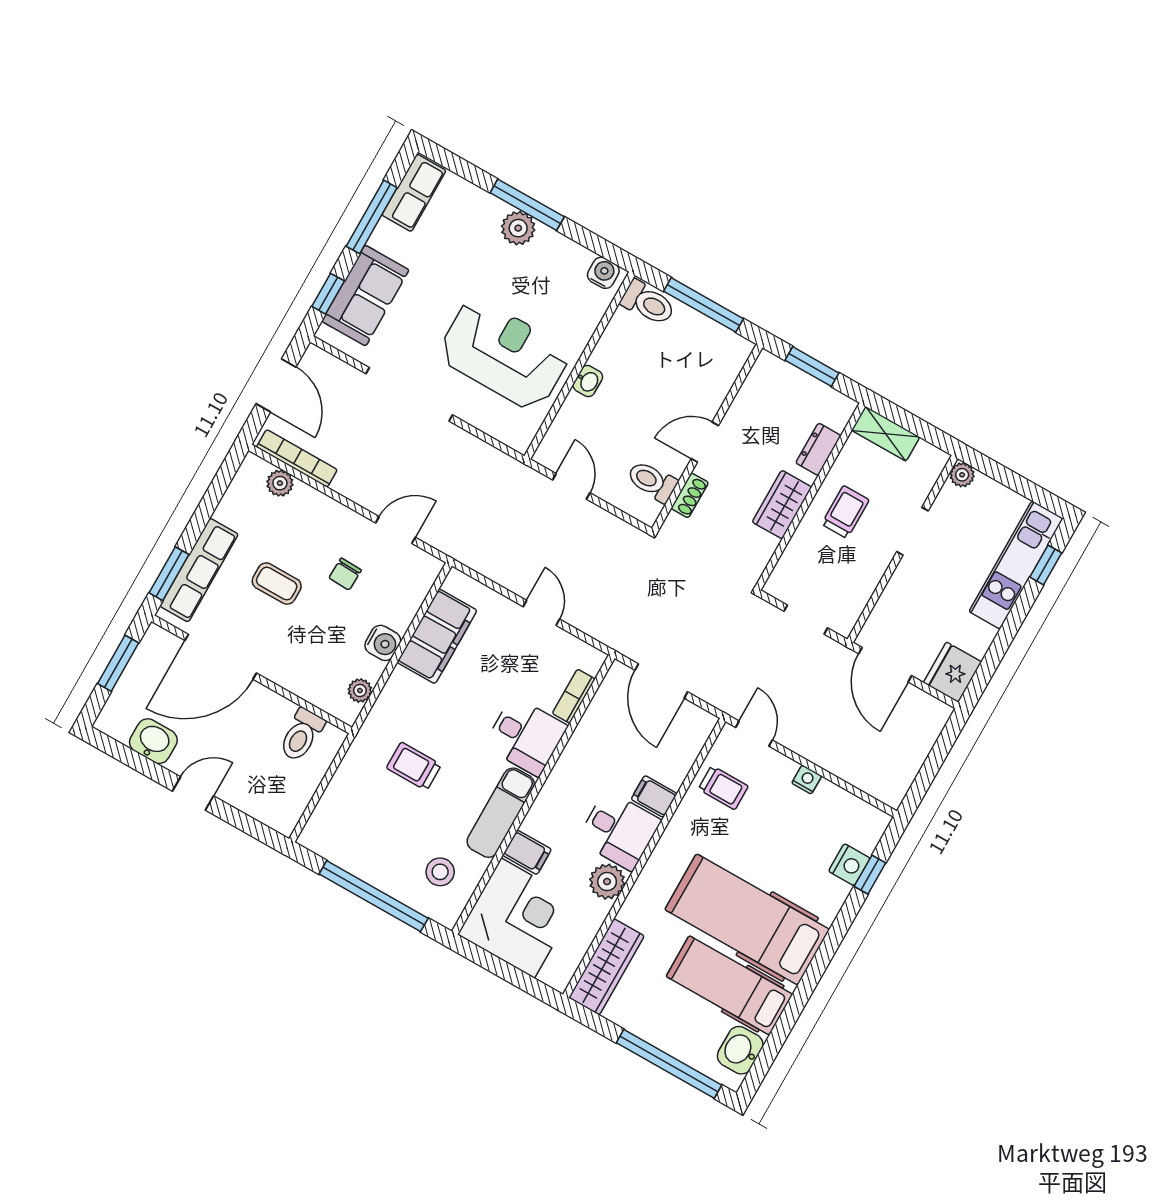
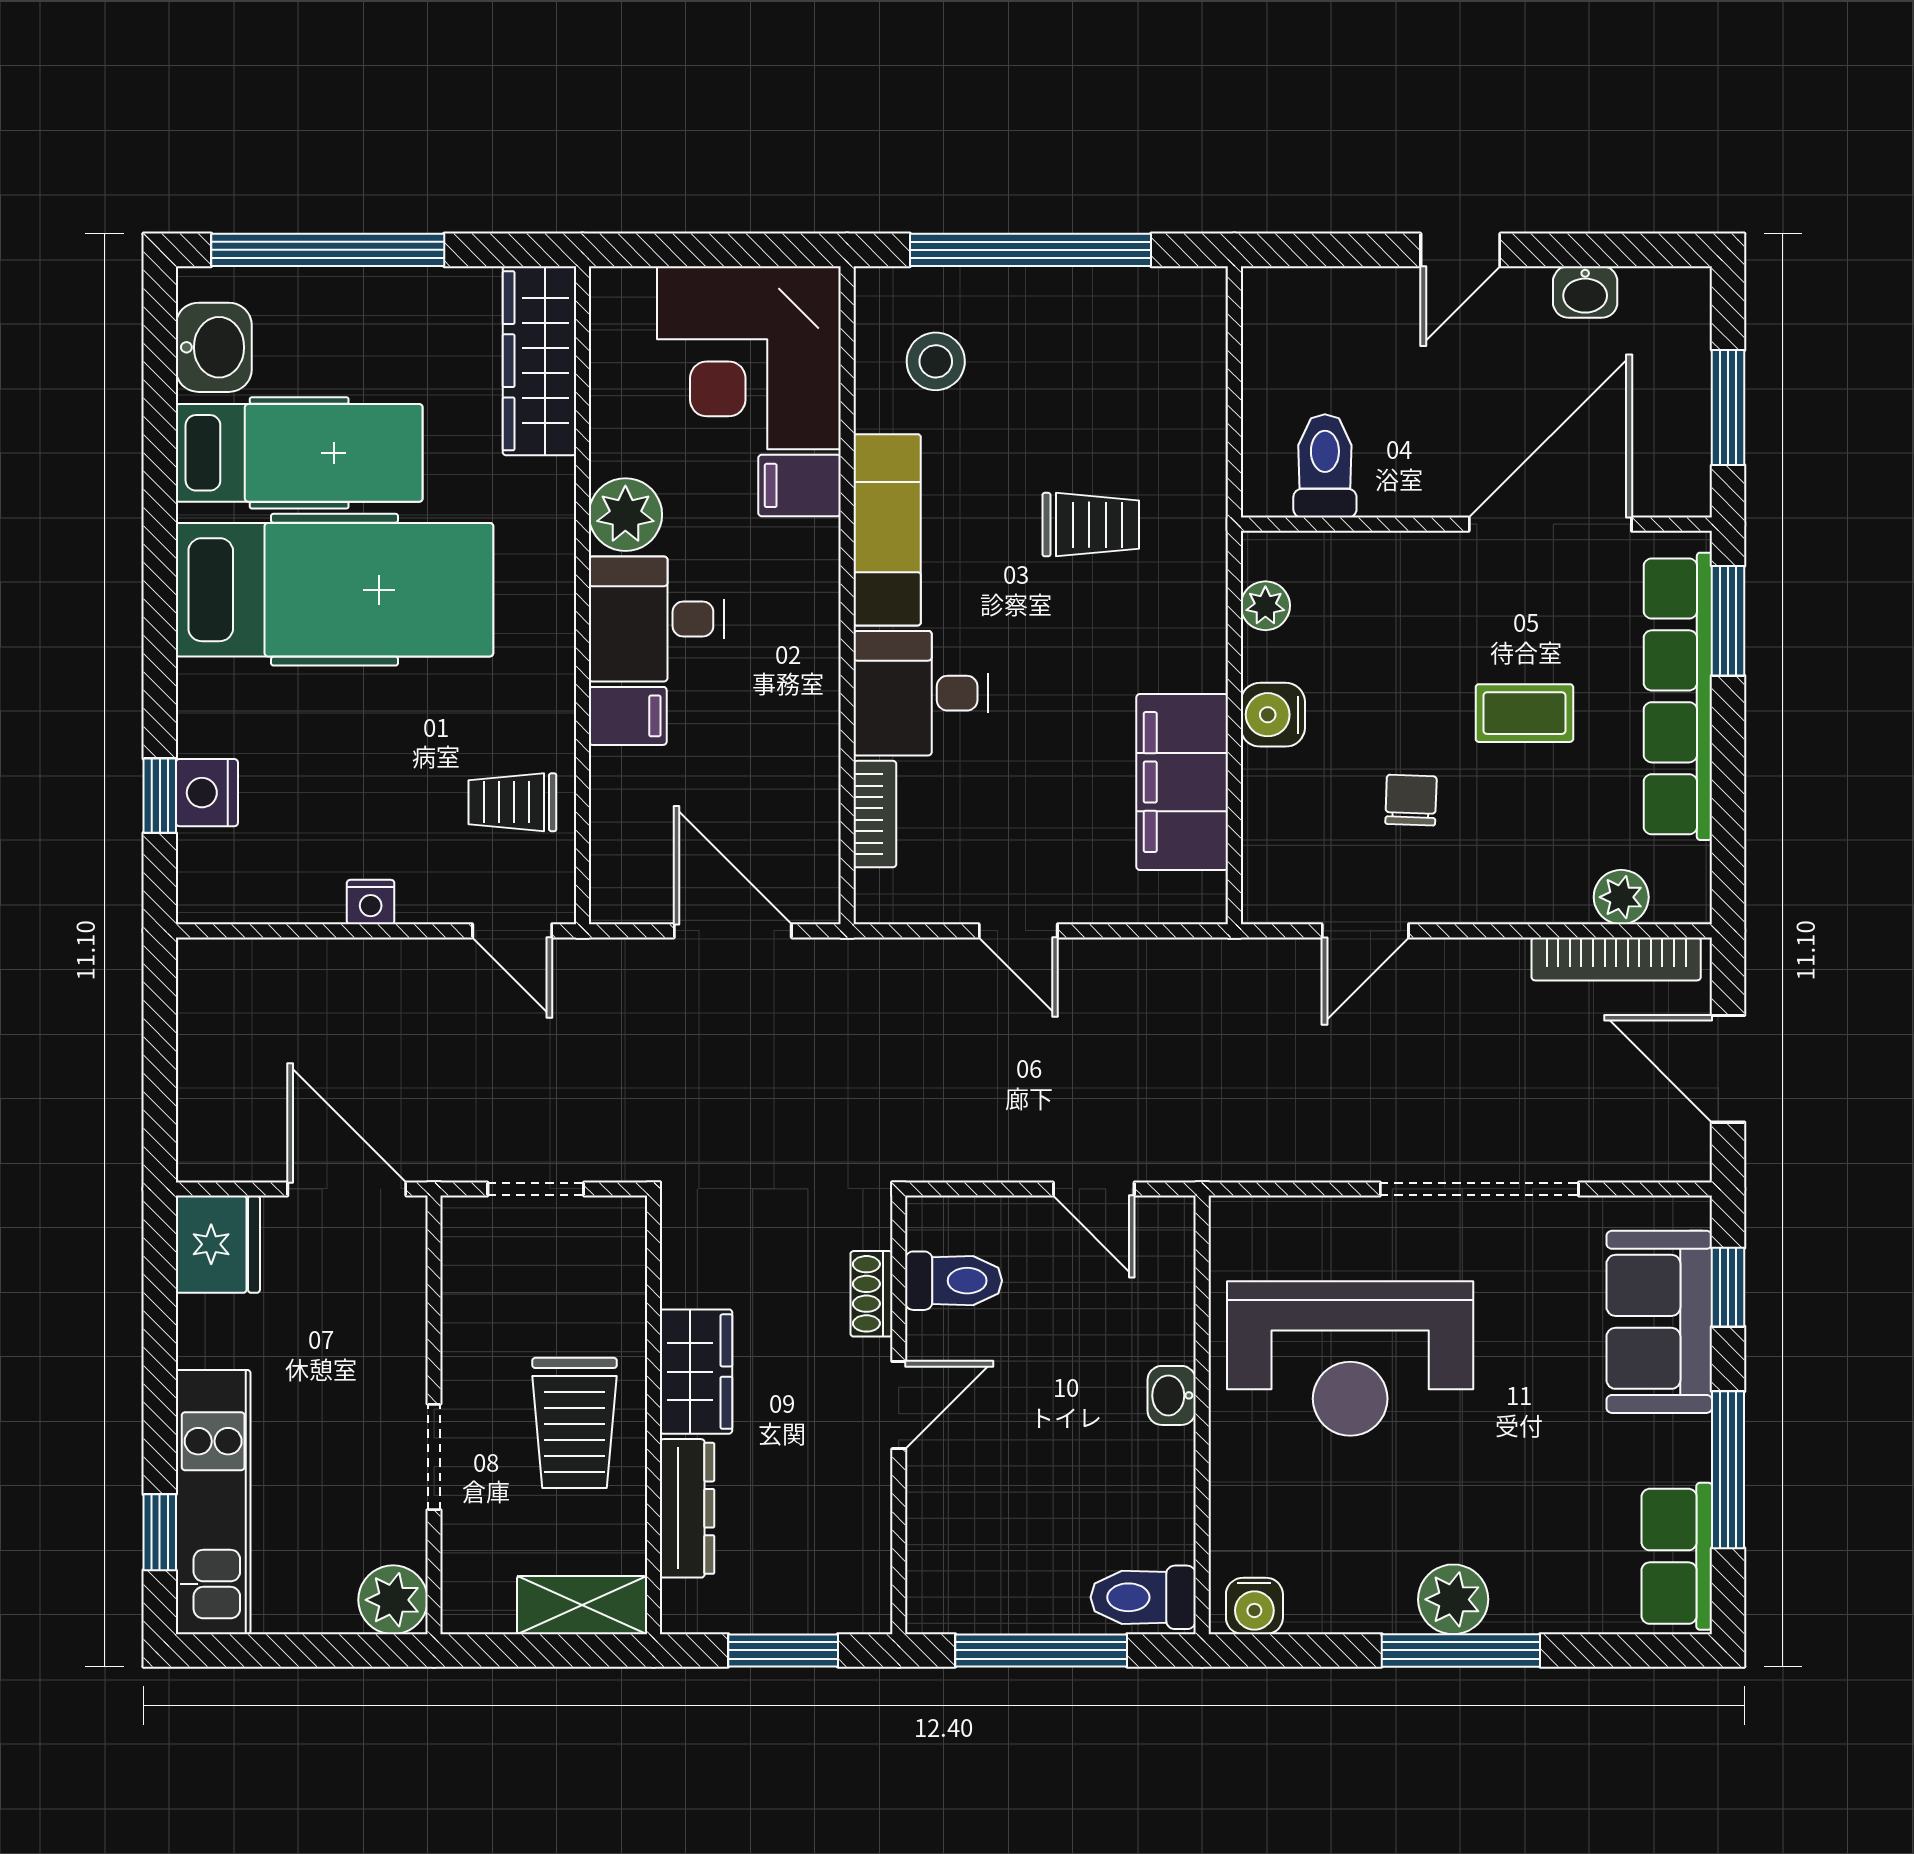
dresser: (818, 449) -> (687, 1508), width x1.44
plant: (962, 475) -> (393, 1600), width x1.38, depth x1.38
trolley: (845, 512) -> (575, 1423), width x1.36, depth x1.39
row of seats: (199, 570) -> (1678, 696), width x1.36
washbasin: (153, 741) -> (1585, 292), width x0.72, depth x0.69

